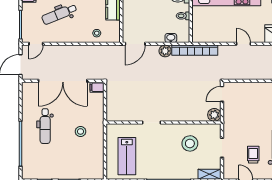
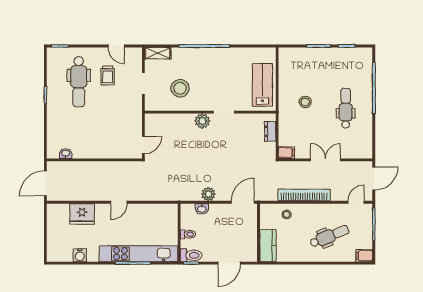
door: (243, 44) -> (119, 202), hinge flipped
bookcase: (195, 50) -> (304, 195), moved
double door: (63, 81) -> (325, 160), width x0.54
dresser: (111, 106) -> (270, 131), added
plant: (214, 115) -> (202, 121), moved
lab bench: (127, 156) -> (262, 85), moved

